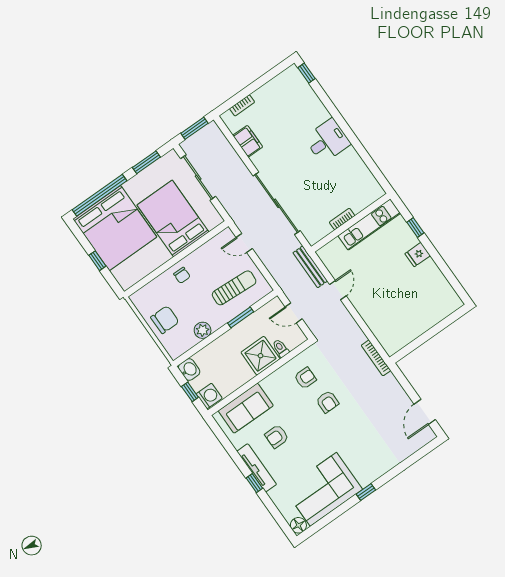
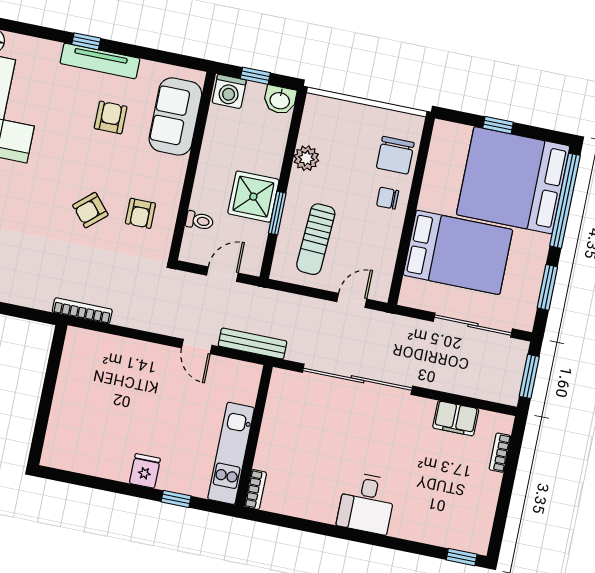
bookcase: (342, 219) -> (256, 490), moved
chair: (165, 320) -> (395, 155), moved
shower: (260, 356) -> (253, 197), moved
armchair: (327, 402) -> (90, 210), turned -41

